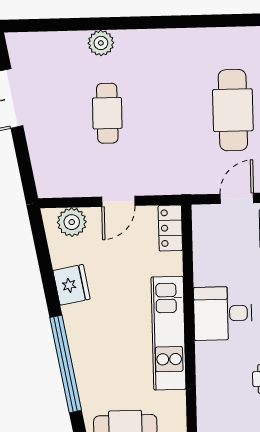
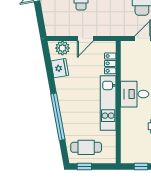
locker: (170, 228) -> (110, 63), moved
fridge: (72, 285) -> (60, 68), moved

